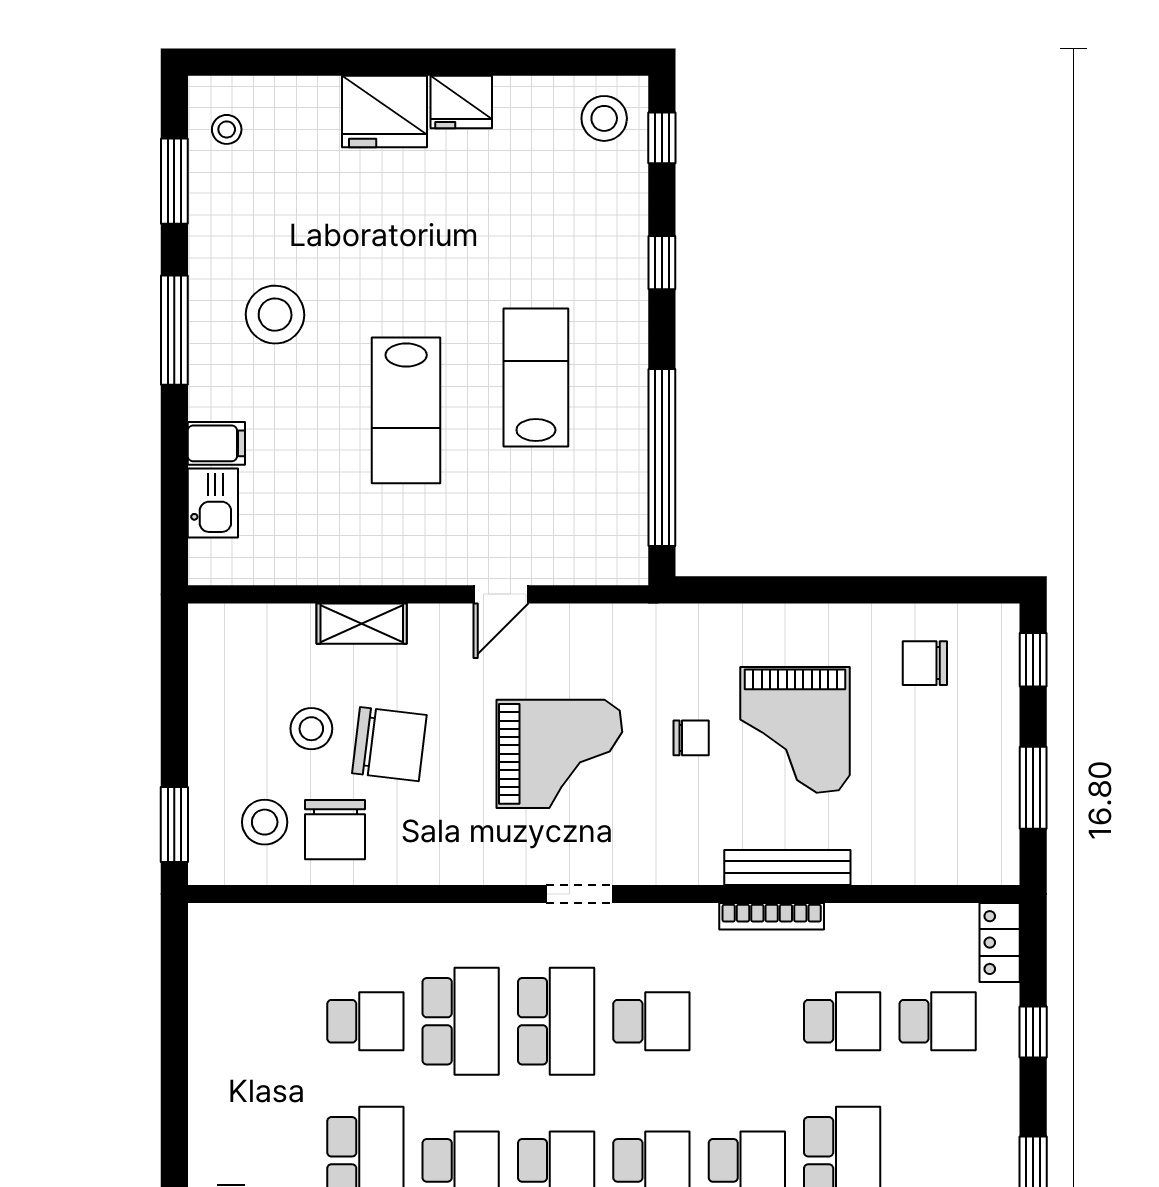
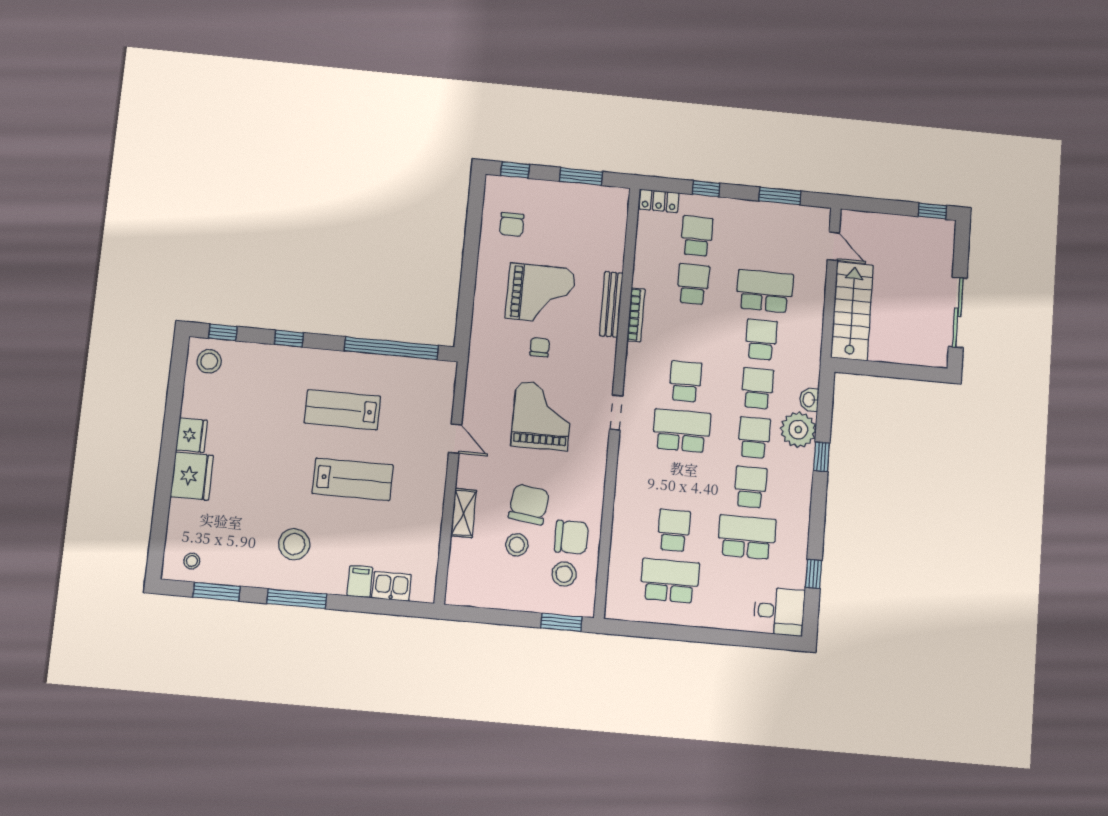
school desk: (461, 1021) -> (670, 581), moved

